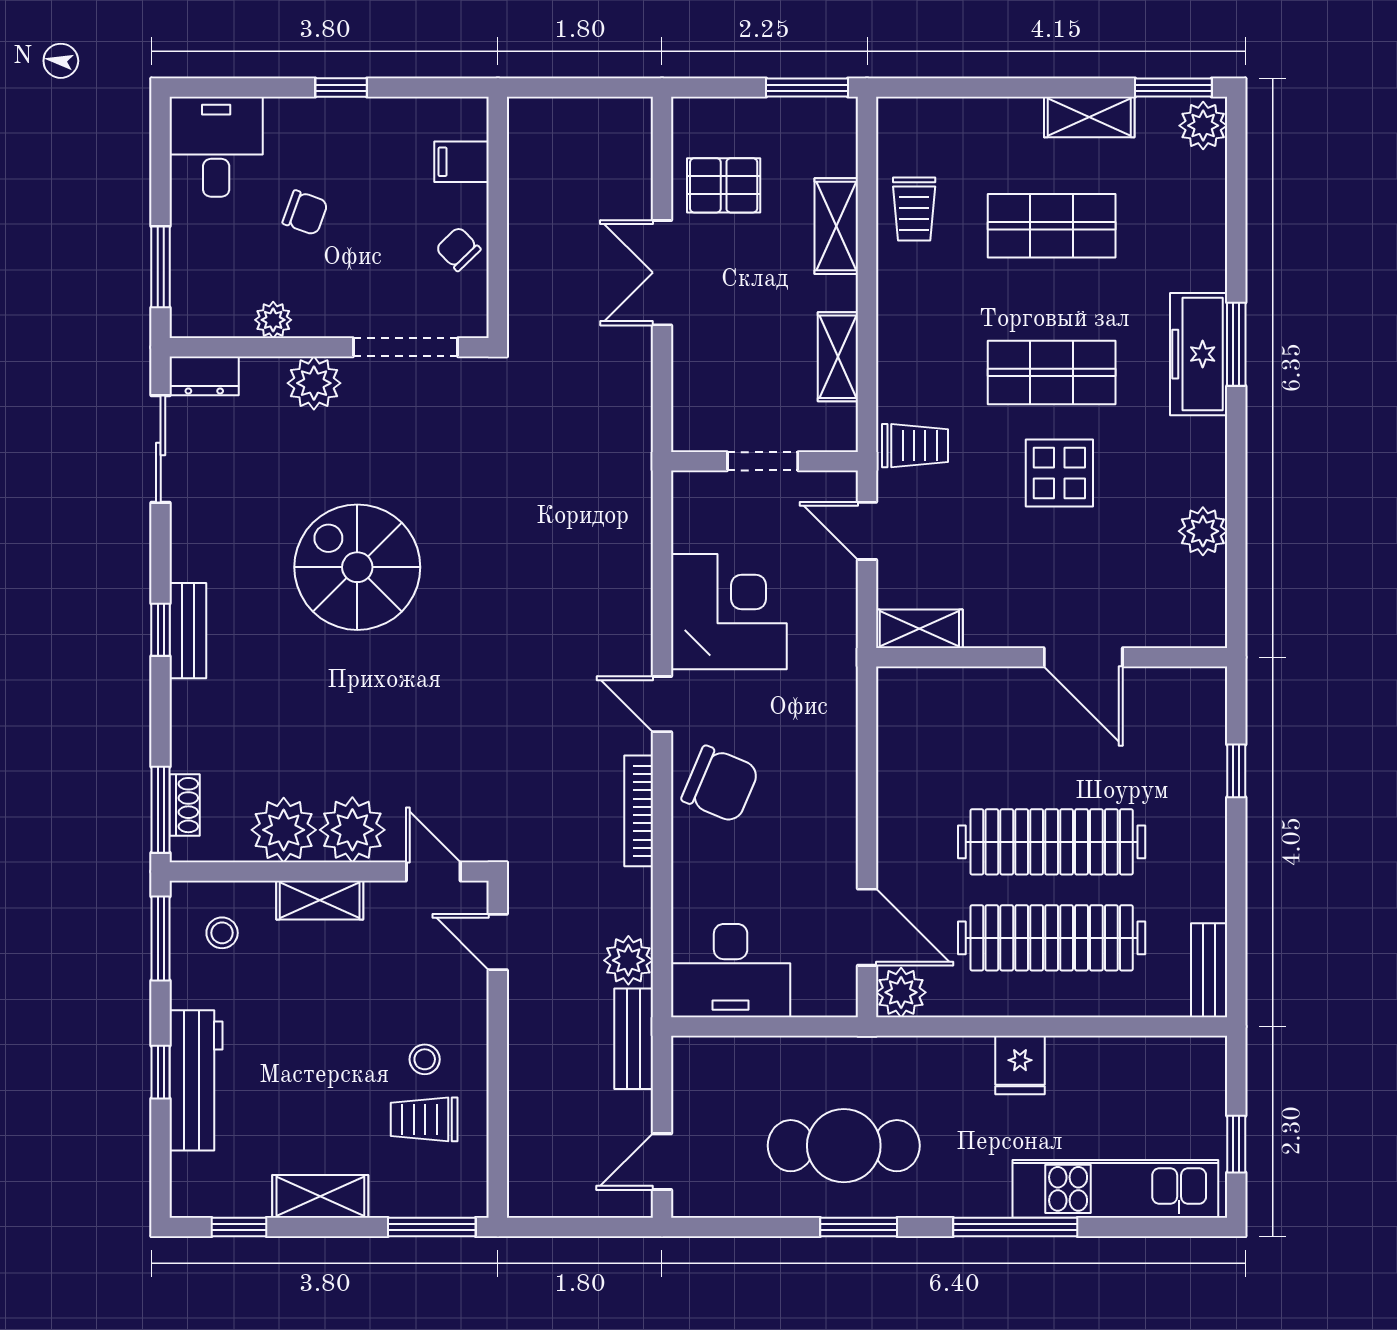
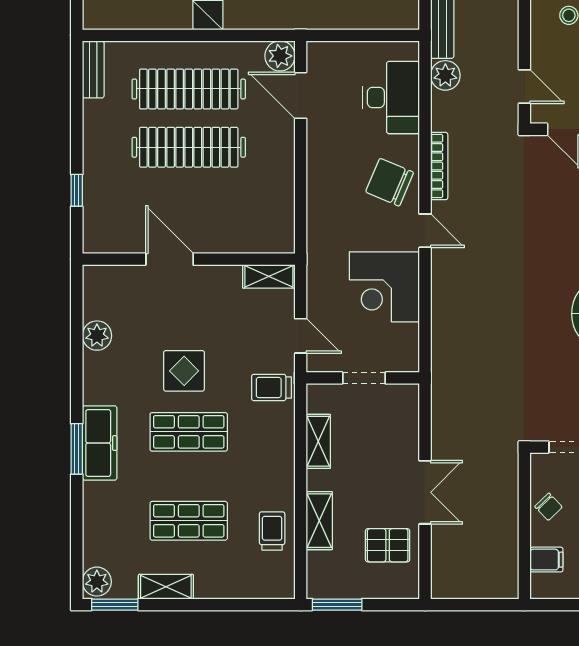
desk: (731, 971) -> (391, 97), moved, turned 90

